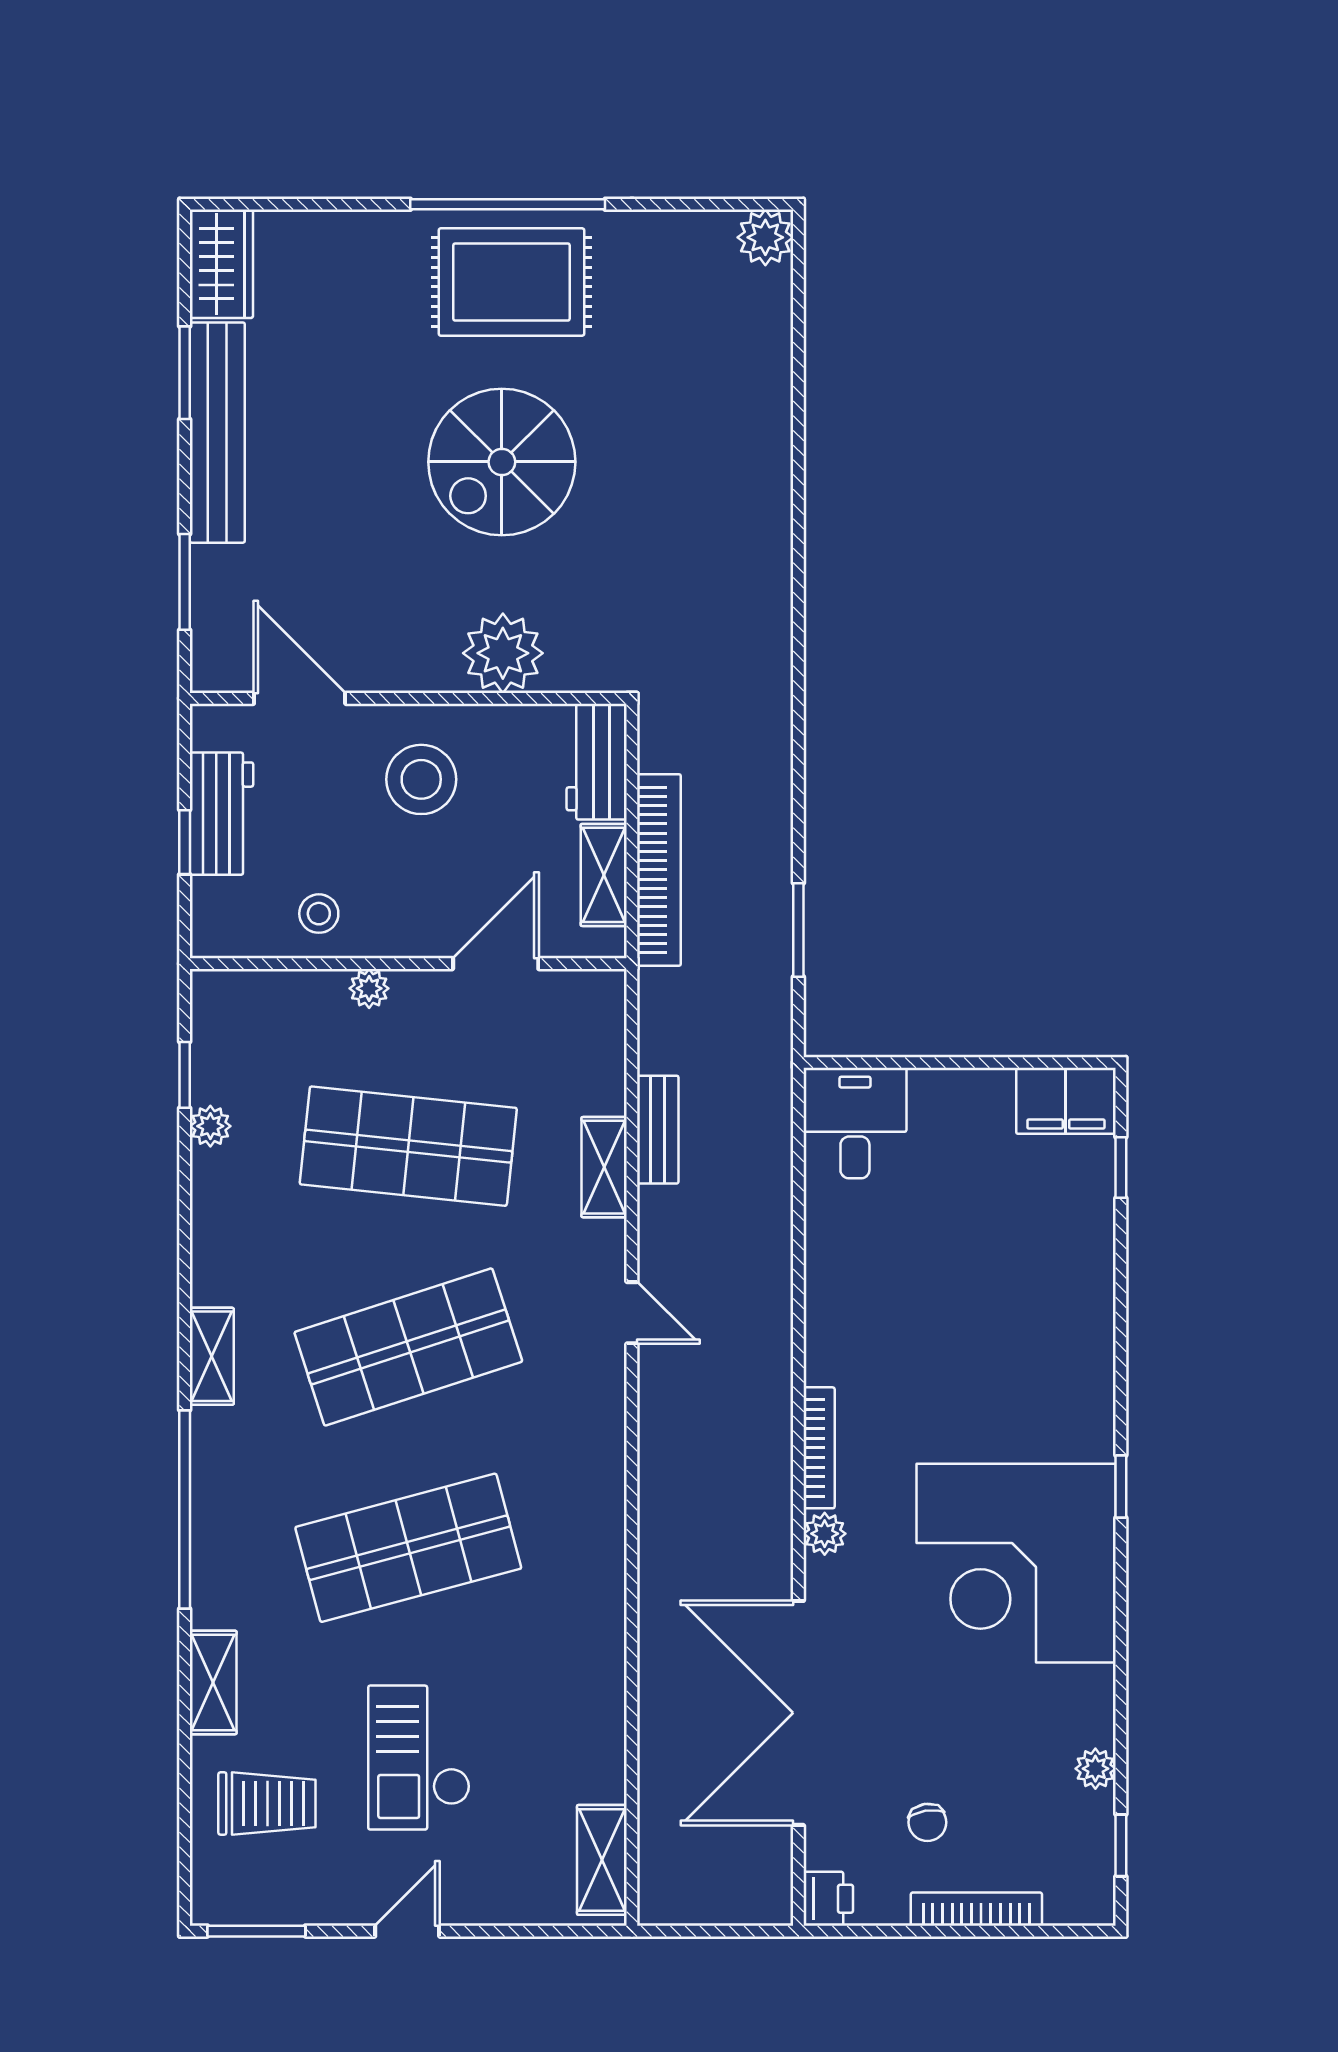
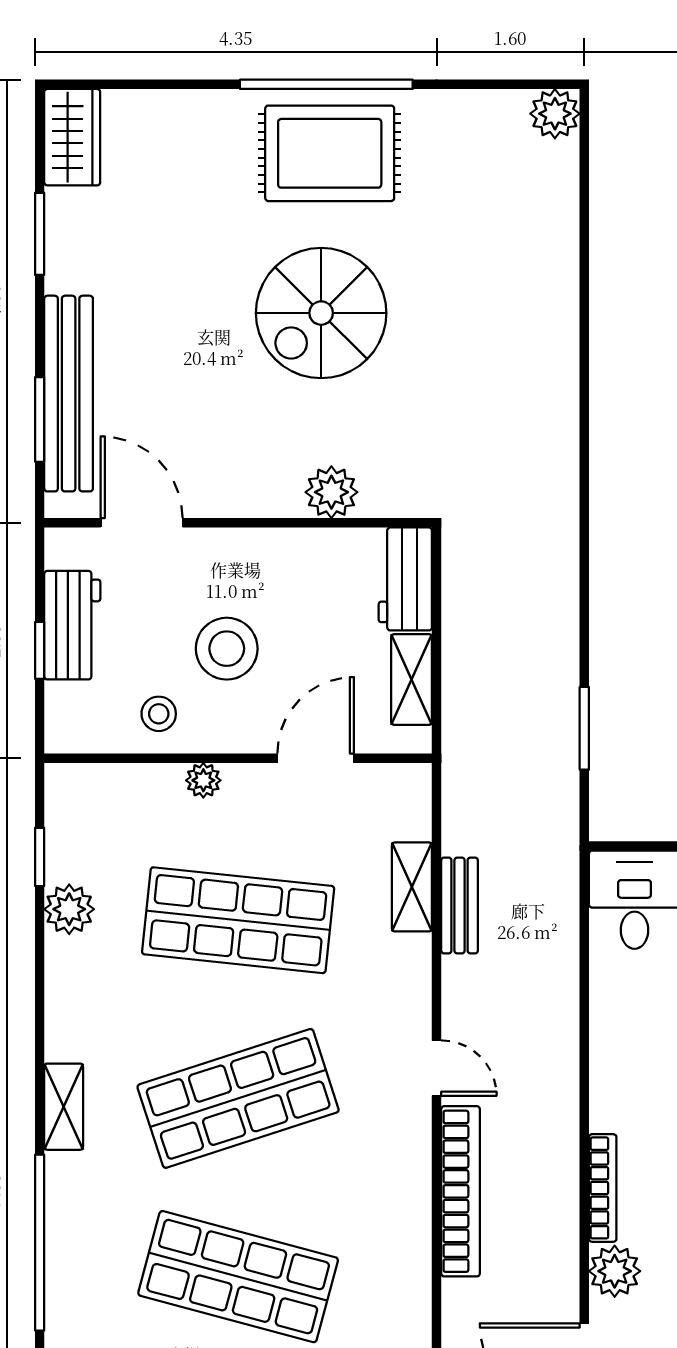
bench: (217, 433) -> (69, 394), moved
plant: (503, 653) -> (331, 492), width x0.73, depth x0.73
stool: (421, 779) -> (227, 649), moved
bookcase: (659, 870) -> (461, 1191), moved
plant: (210, 1126) -> (69, 909), width x1.38, depth x1.38
shelving: (604, 1167) -> (412, 887), moved
plant: (825, 1534) -> (615, 1271), width x1.38, depth x1.38
shop shelf: (408, 1548) -> (238, 1277), turned 30

